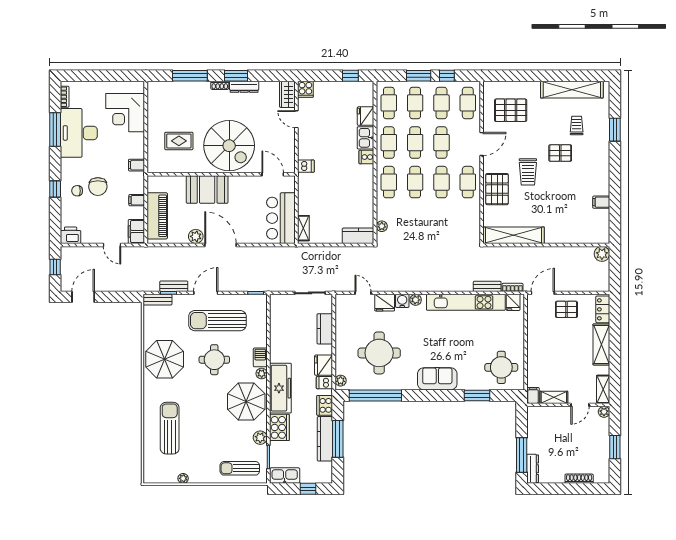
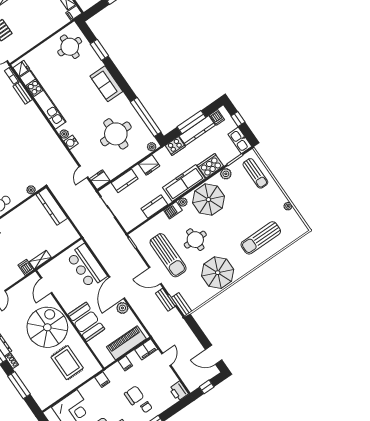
rug: (179, 141) -> (67, 363), width x1.36, depth x1.43
bar counter: (281, 218) -> (87, 266), moved, turned 90
shelving: (303, 228) -> (40, 260), moved
kitchen counter: (358, 236) -> (52, 206), width x1.50
fridge: (385, 303) -> (100, 180), moved, turned -90
kitchen counter: (277, 341) -> (154, 207), added
dishwasher: (324, 383) -> (217, 117), moved

